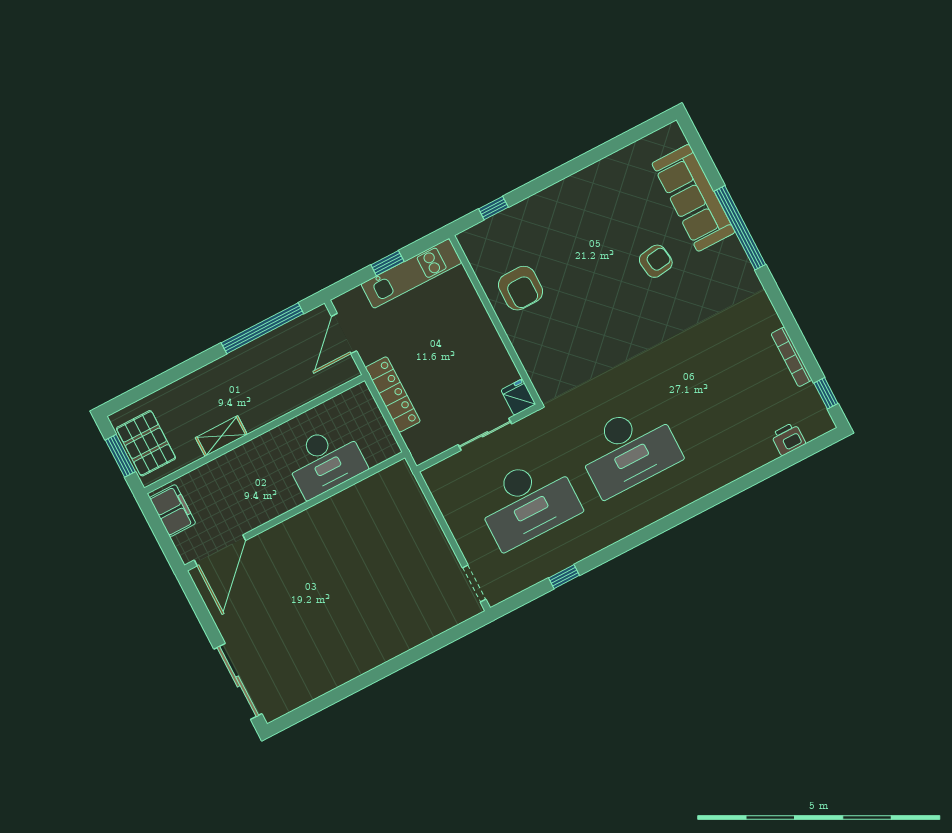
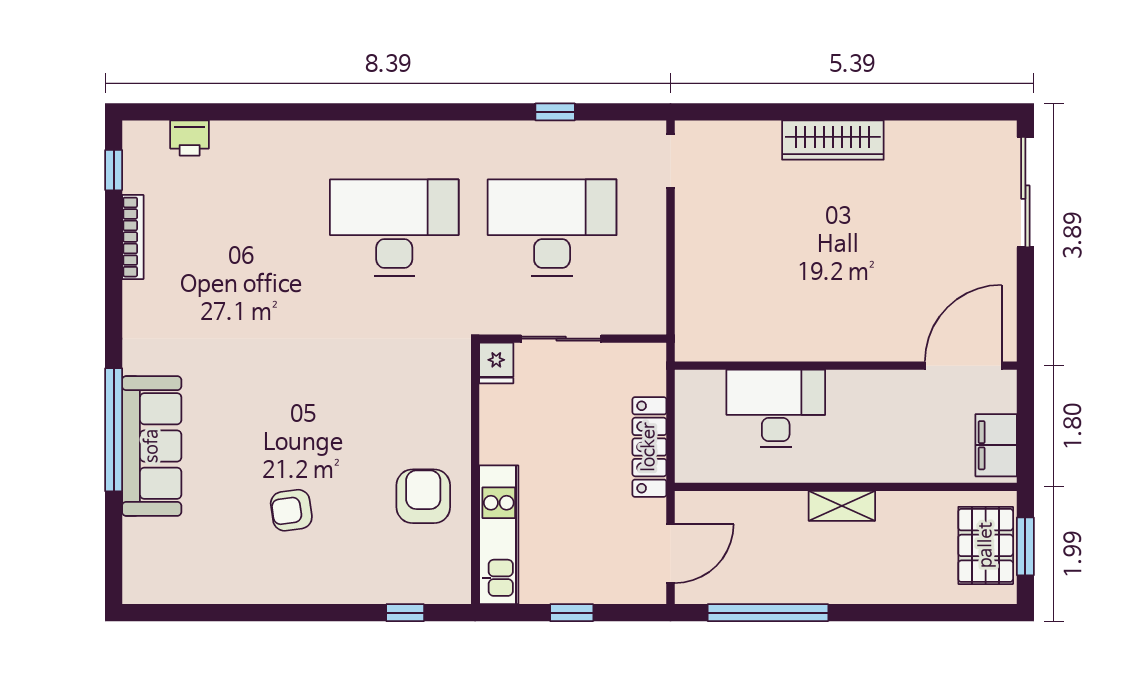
sofa: (693, 198) -> (152, 446), moved
armchair: (656, 261) -> (291, 510), moved
kitchen unit: (411, 273) -> (499, 535), moved, turned 90
shelving: (221, 436) -> (842, 506), moved
wardrobe: (378, 651) -> (833, 140), added

